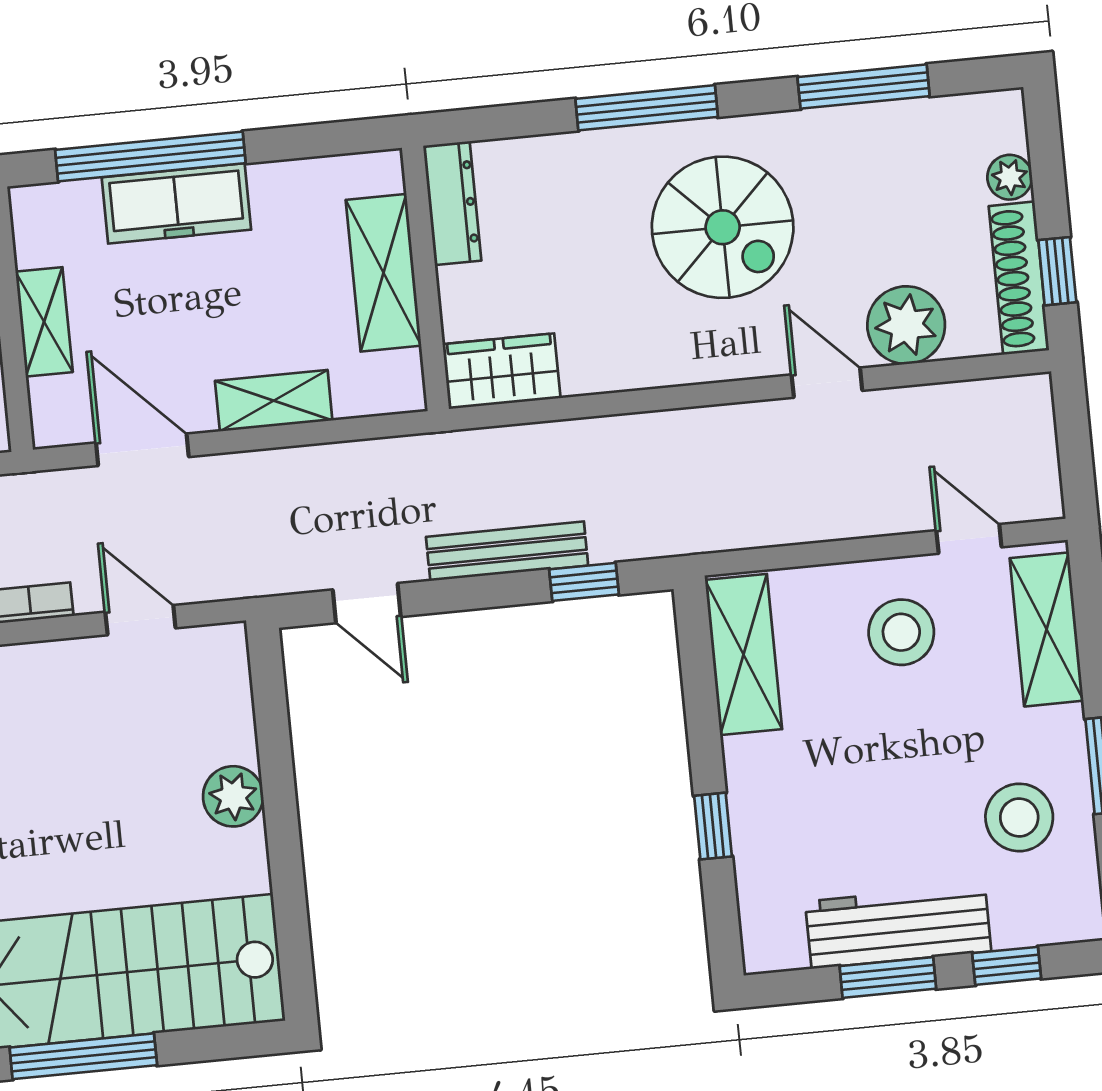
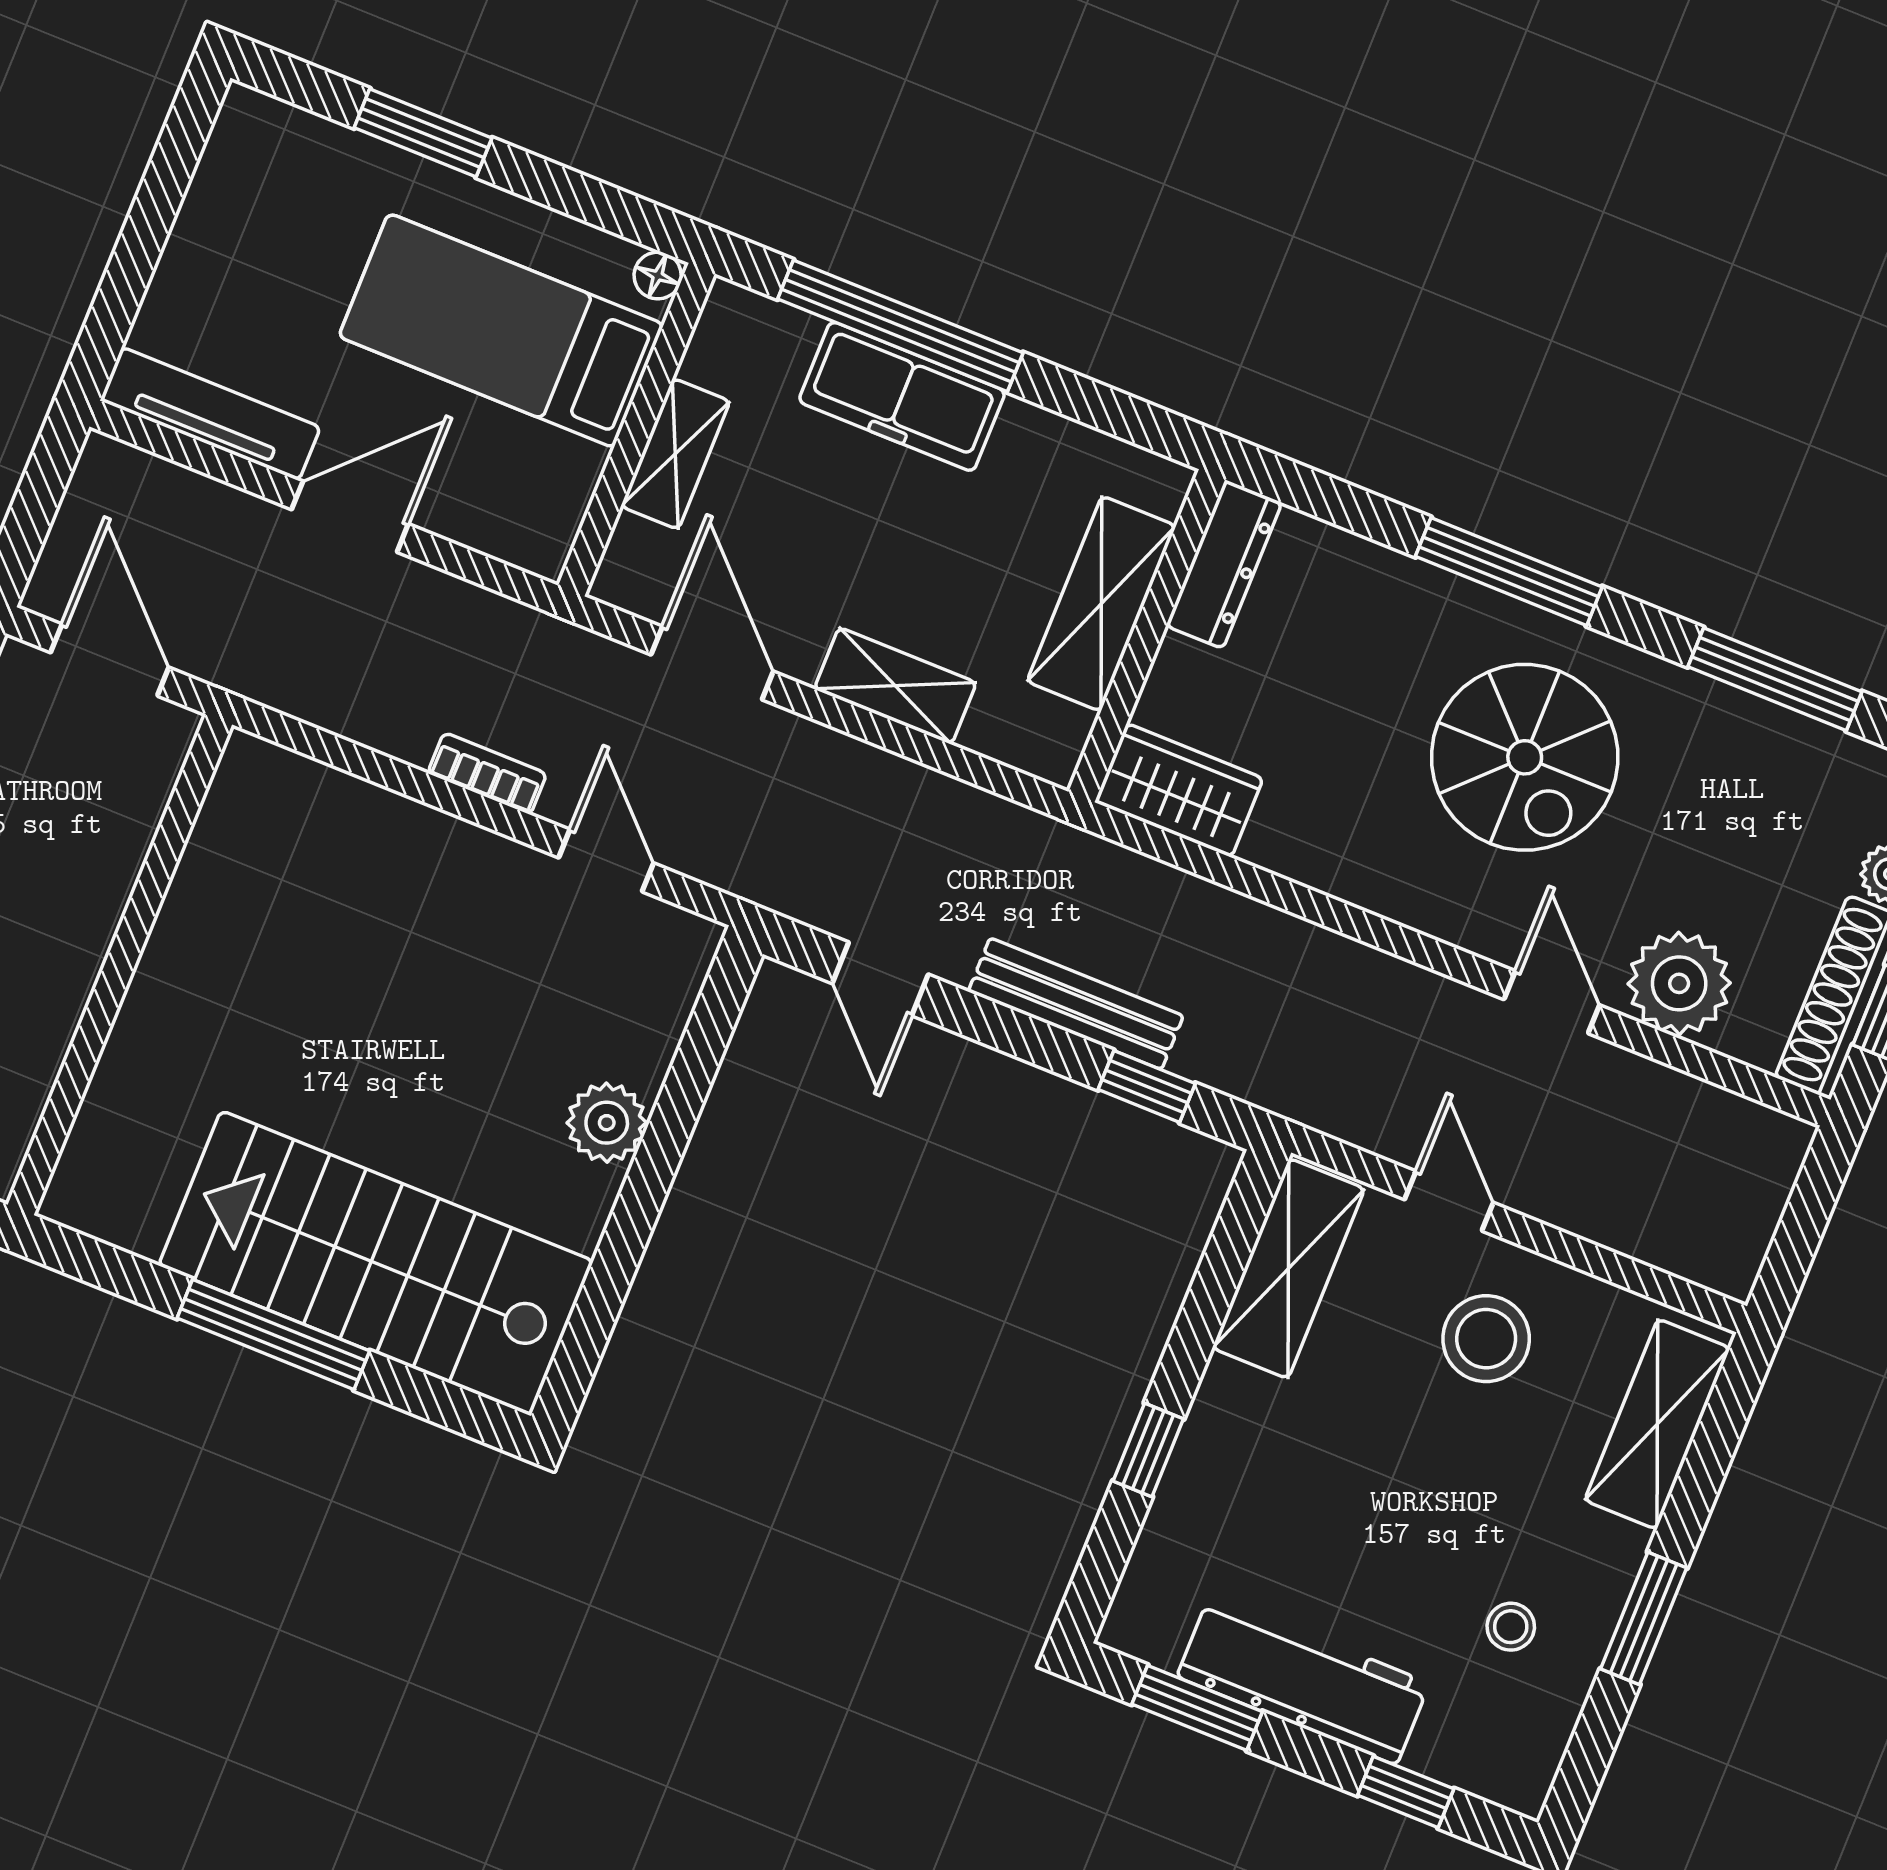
door: (969, 539) -> (1449, 1201), moved
stool: (1019, 817) -> (1511, 1627), width x0.53, depth x0.53
window: (888, 977) -> (1197, 1708), moved

